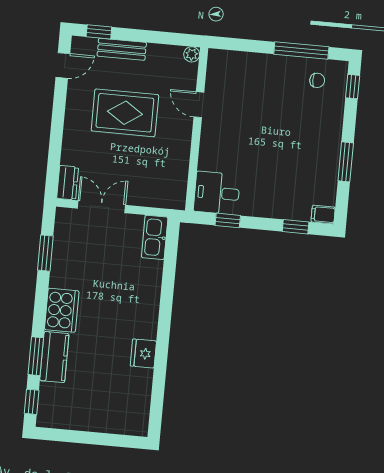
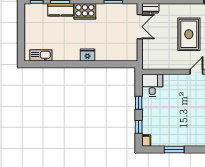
window: (228, 220) -> (139, 103), moved
kitchen sink: (155, 237) -> (41, 55), moved
fridge: (143, 354) -> (87, 55), moved

